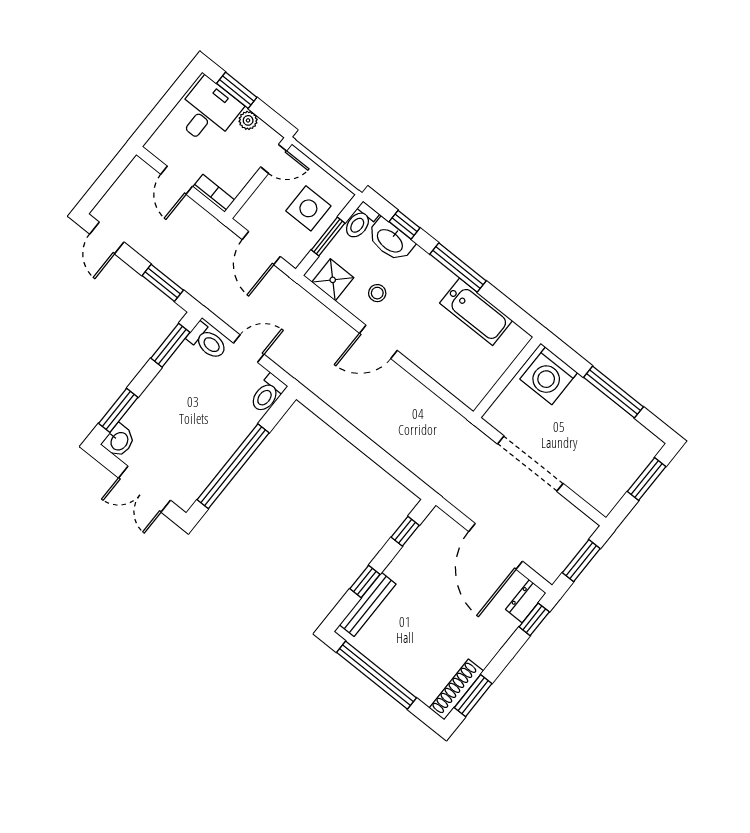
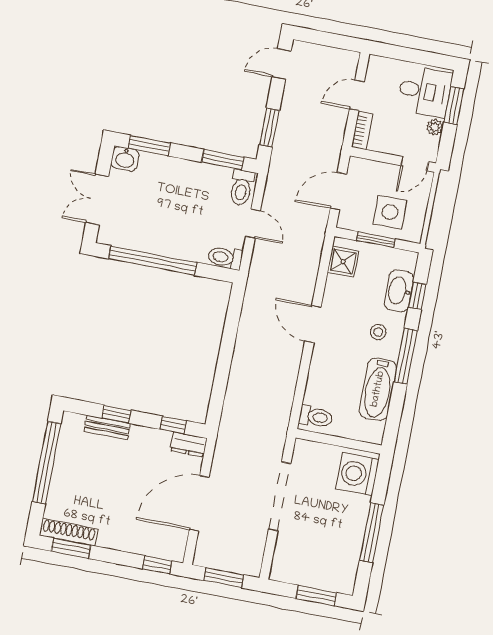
door: (274, 159) -> (415, 164), hinge flipped
toilet: (360, 221) -> (316, 417), moved, turned 180
stool: (377, 293) -> (378, 332), moved
dresser: (526, 601) -> (189, 444), moved, turned 180
bench: (368, 604) -> (107, 427), width x0.73

